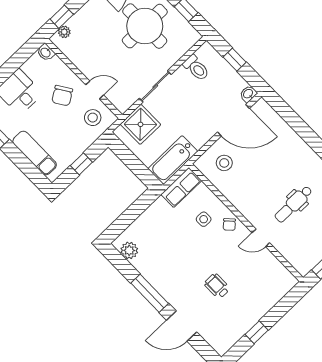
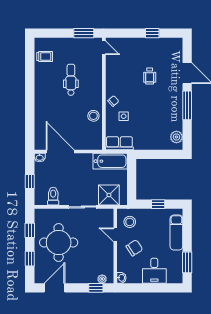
stool: (224, 163) -> (93, 116), moved
dental chair: (294, 204) -> (71, 80), turned -90
door: (261, 238) -> (104, 48), moved

